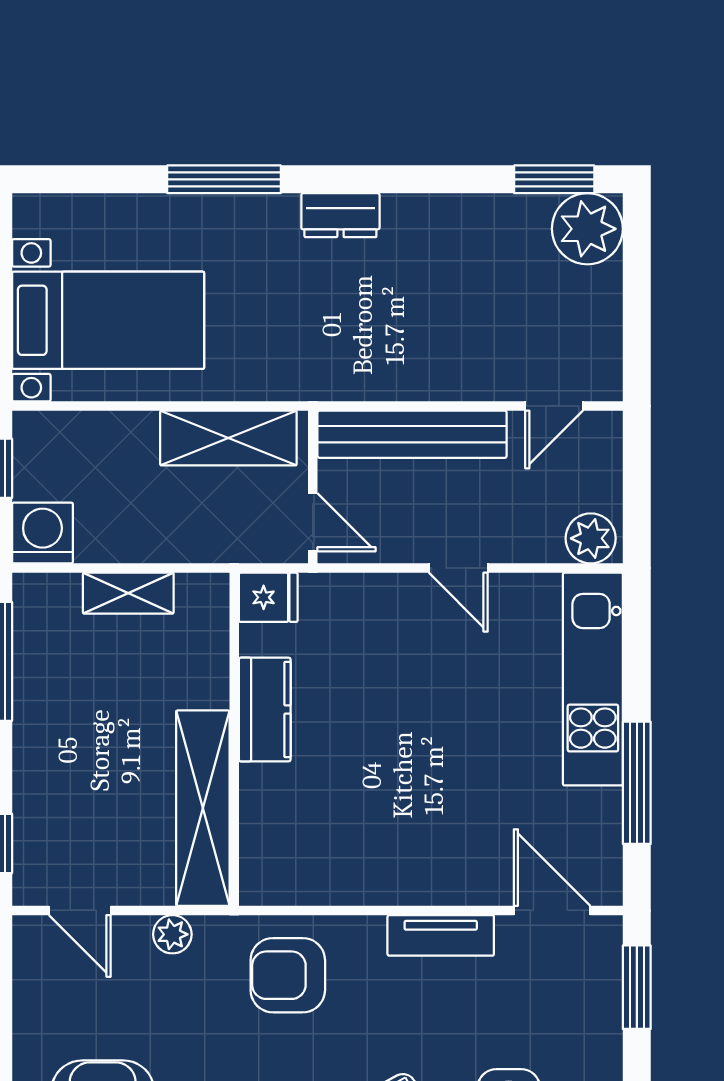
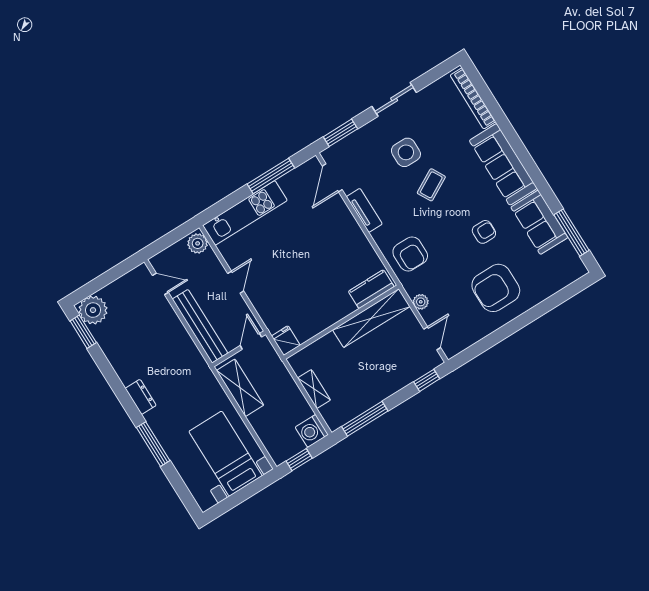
kitchen counter: (265, 710) -> (371, 289), moved

